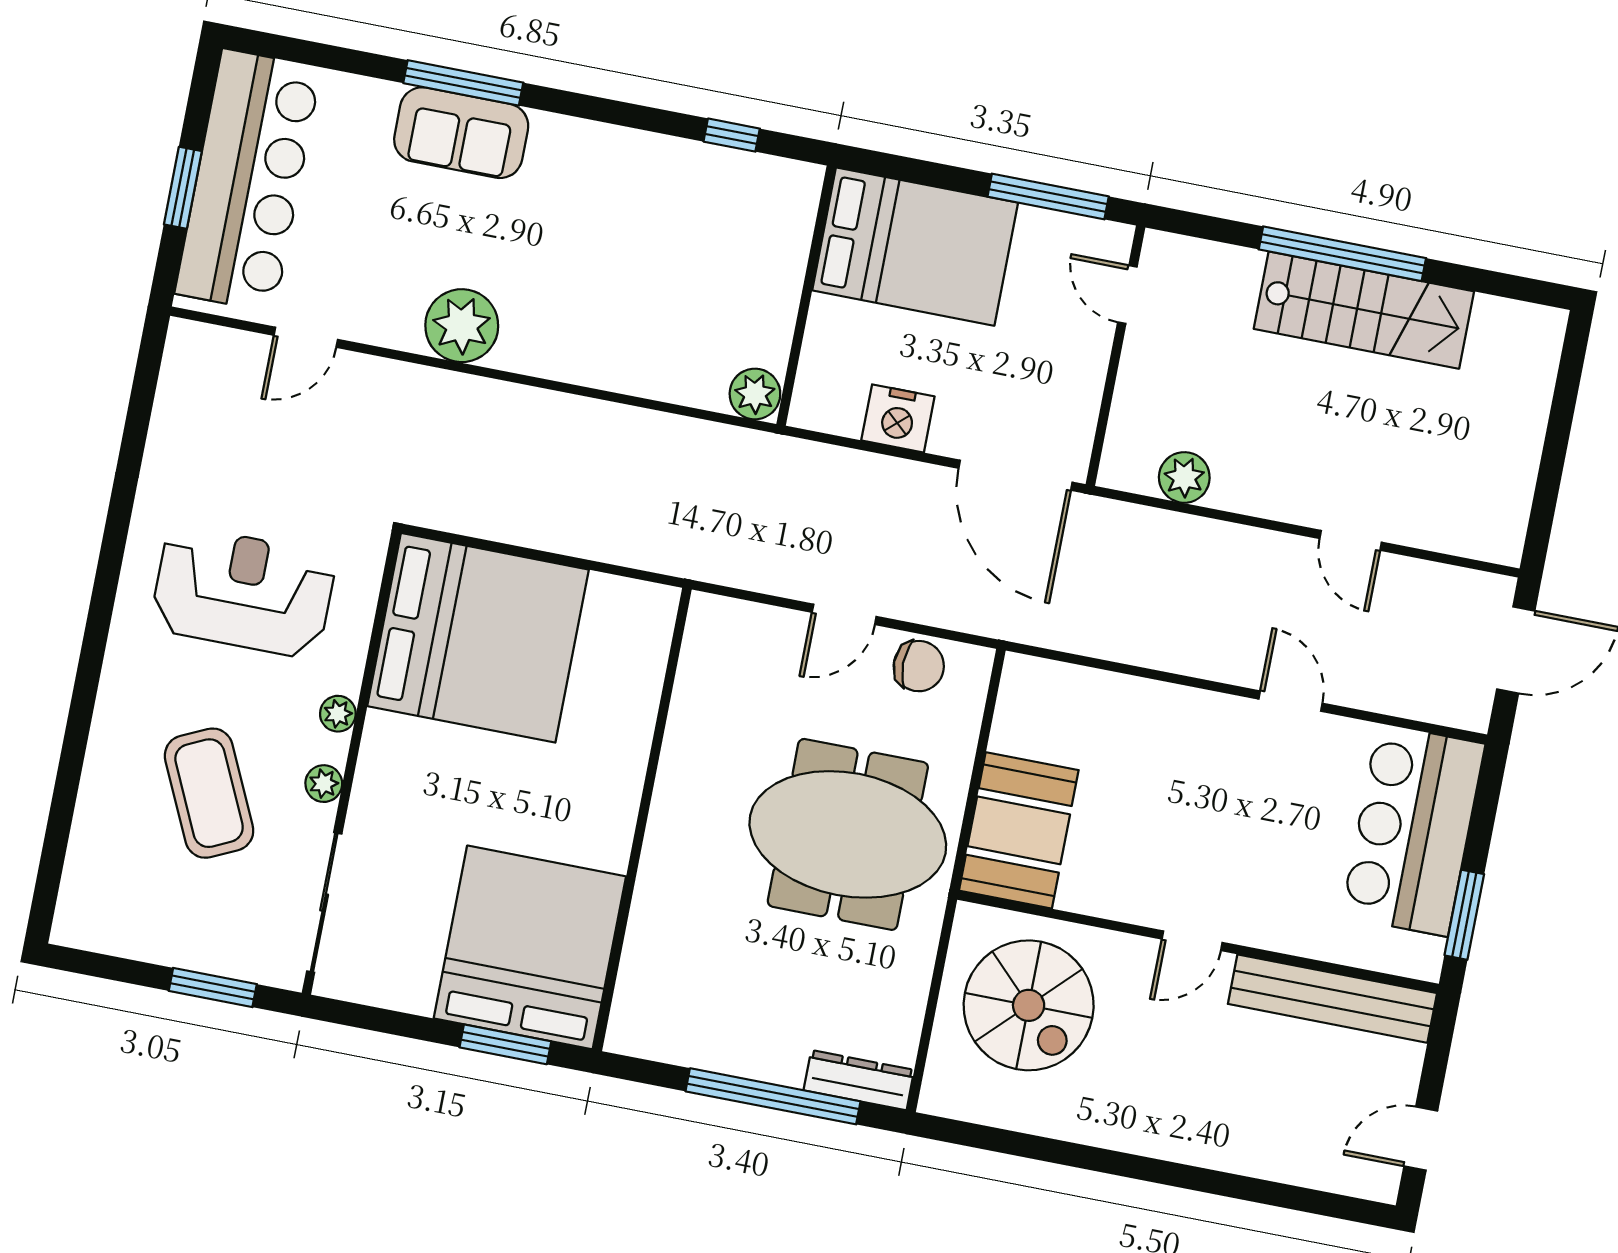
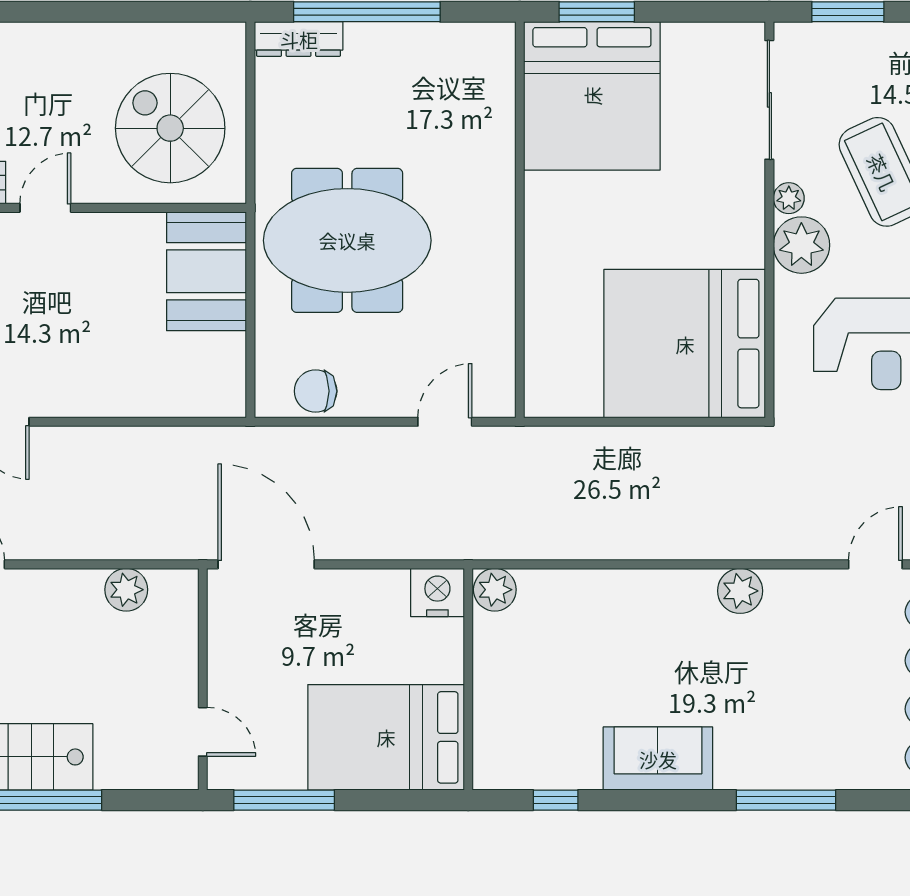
sofa: (461, 133) -> (658, 759), moved
plant: (462, 326) -> (740, 591), width x0.73, depth x0.73
nightstand: (898, 418) -> (437, 592), moved
door: (844, 614) -> (445, 422), moved
plant: (338, 714) -> (801, 245), width x1.88, depth x1.88

